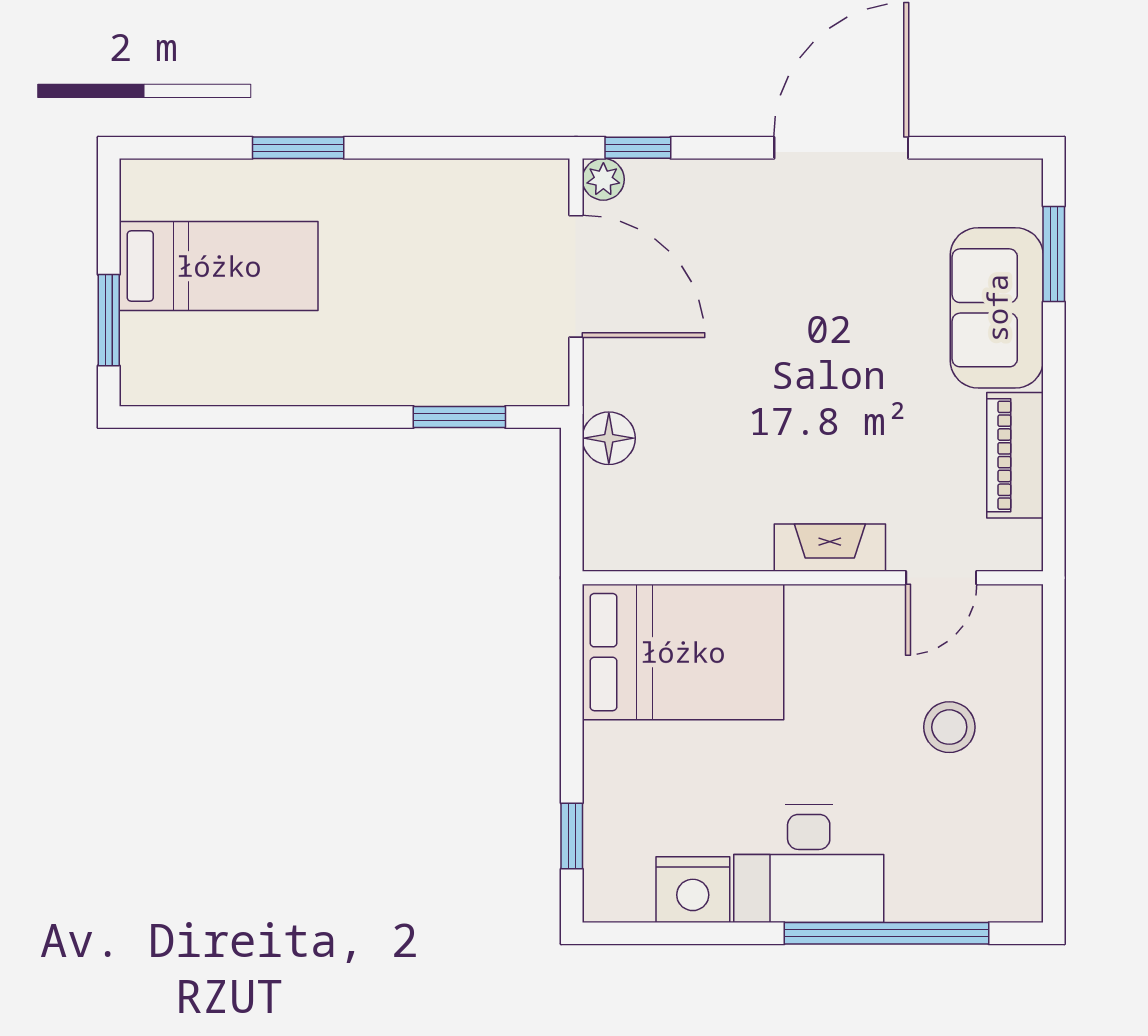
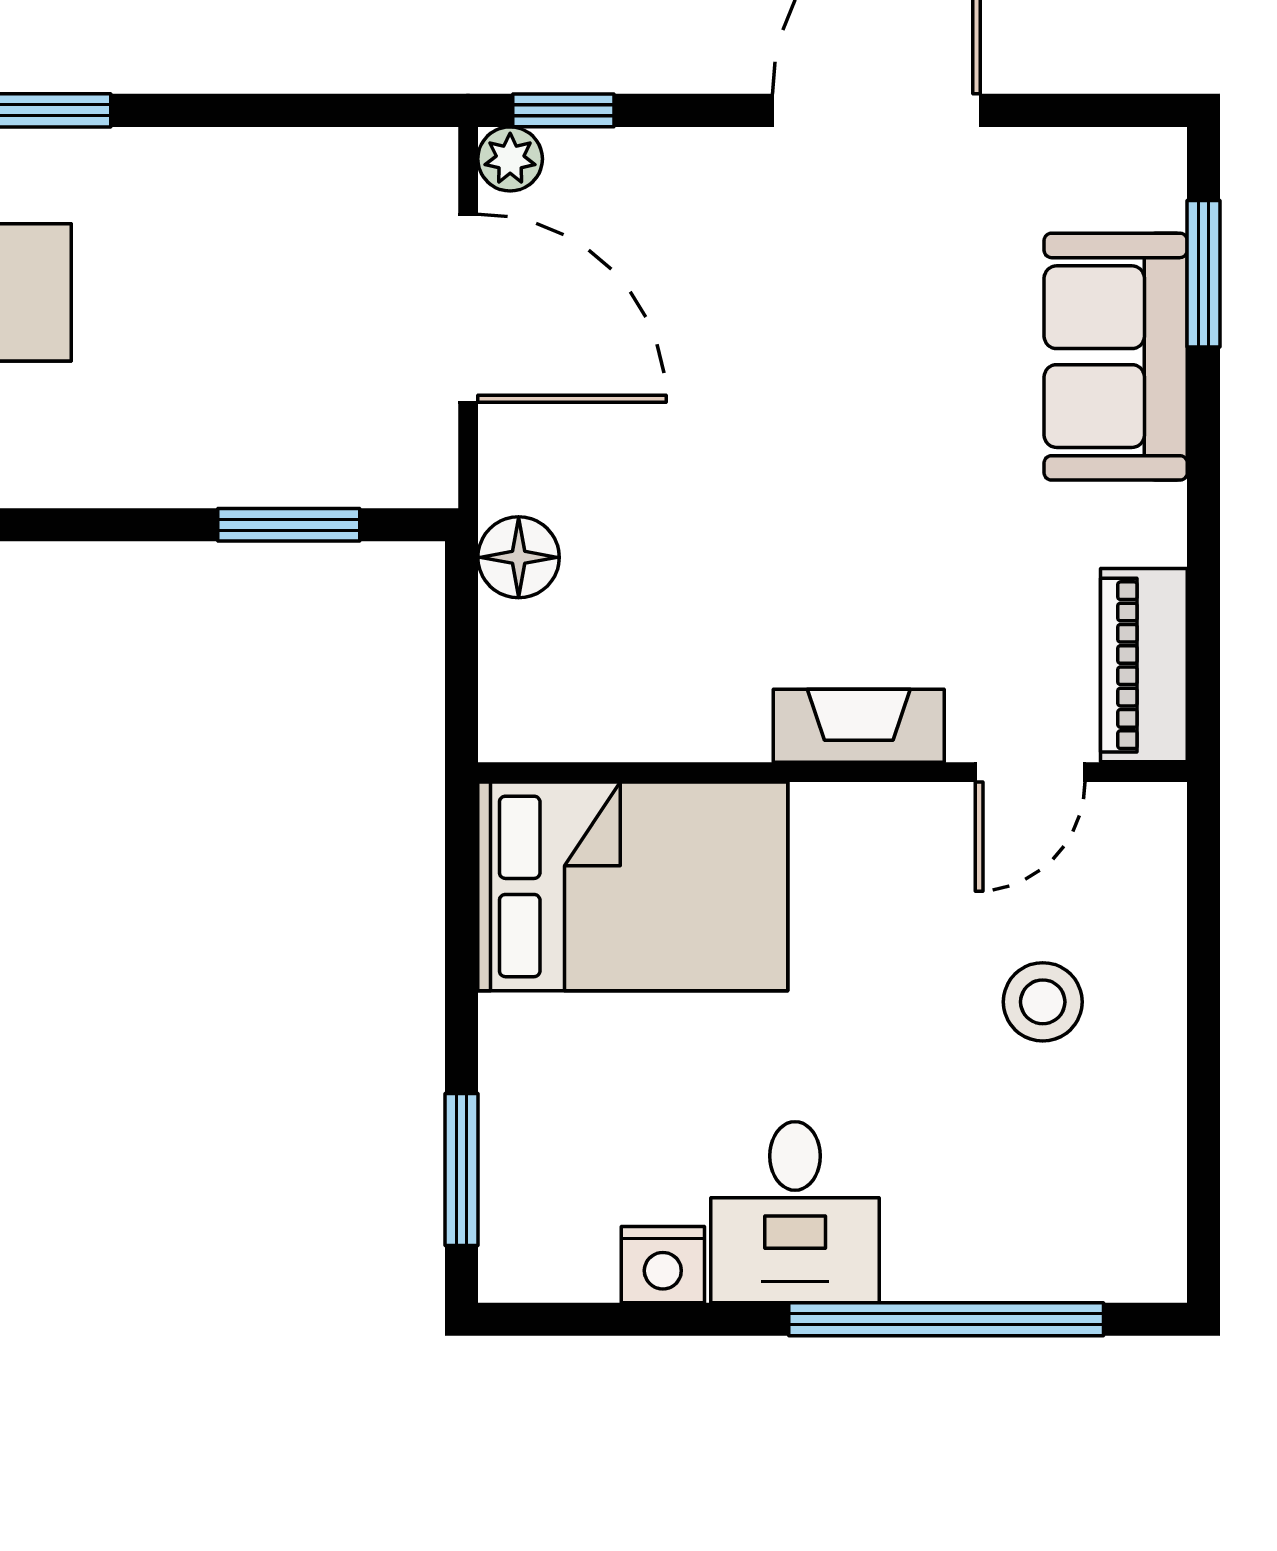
piano: (1015, 455) -> (1144, 665), moved
window: (572, 836) -> (462, 1170), width x1.50
desk: (809, 864) -> (795, 1212), width x0.73
nightstand: (693, 890) -> (663, 1265), width x0.74, depth x0.75

